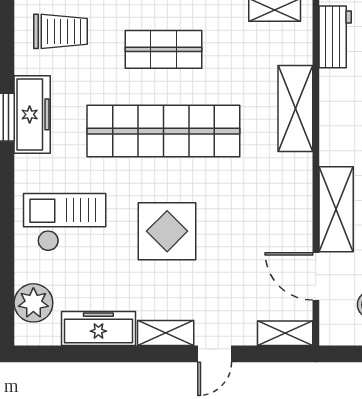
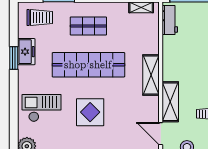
shelving: (295, 109) -> (151, 75), moved
freezer: (32, 114) -> (26, 52), width x0.71

